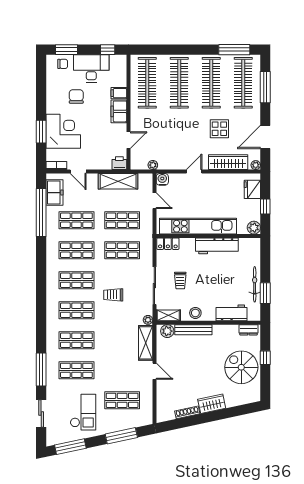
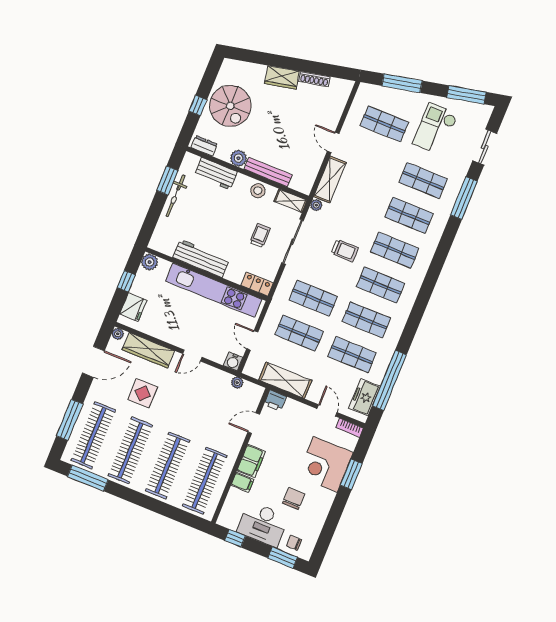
chair: (76, 96) -> (294, 499), turned 180
plant: (167, 331) -> (238, 158), moved

